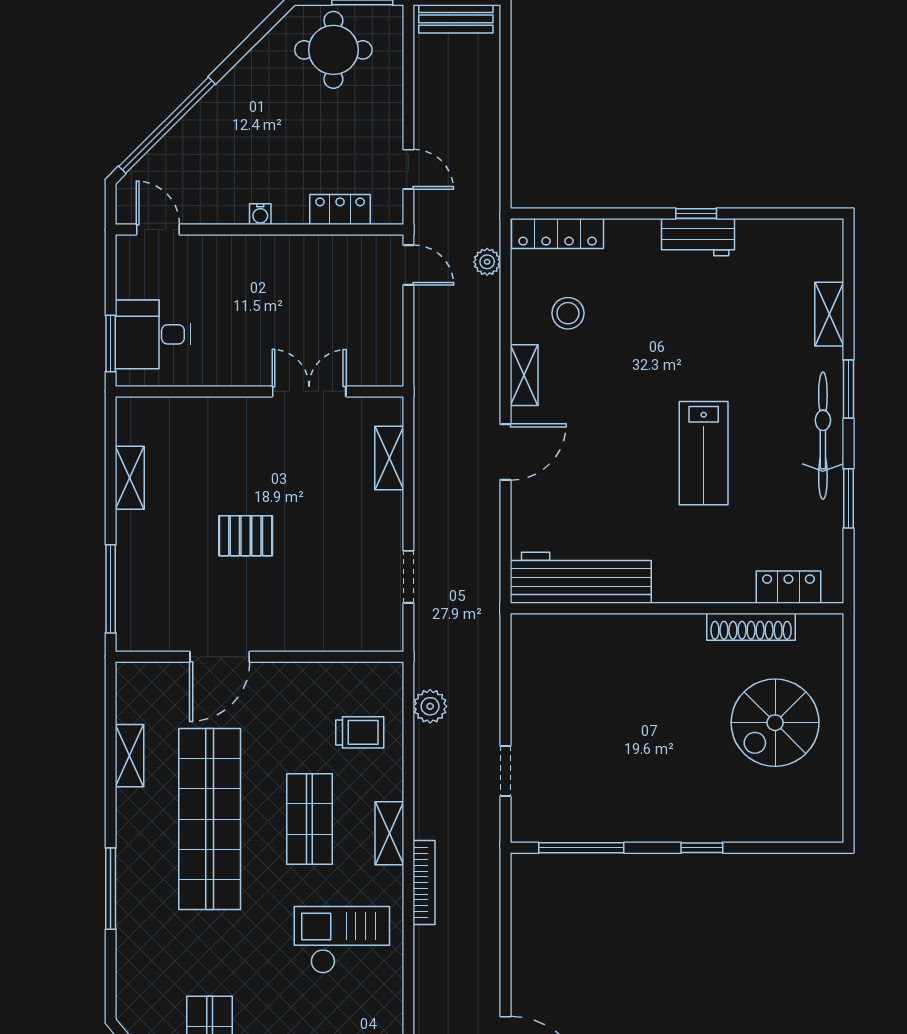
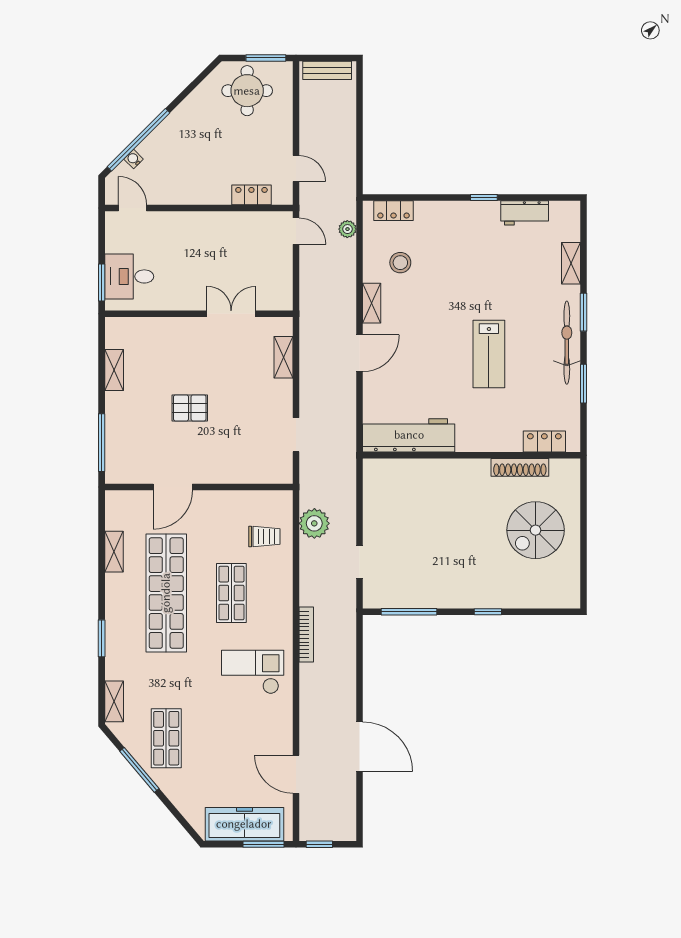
water cooler: (260, 214) -> (134, 159), moved, turned 135
locker: (558, 233) -> (393, 211), width x0.66
workbench: (698, 237) -> (525, 213), moved
plant: (430, 706) -> (314, 523), width x1.36, depth x1.36
shelving: (389, 833) -> (114, 701), moved
window: (111, 889) -> (102, 638), width x0.69

